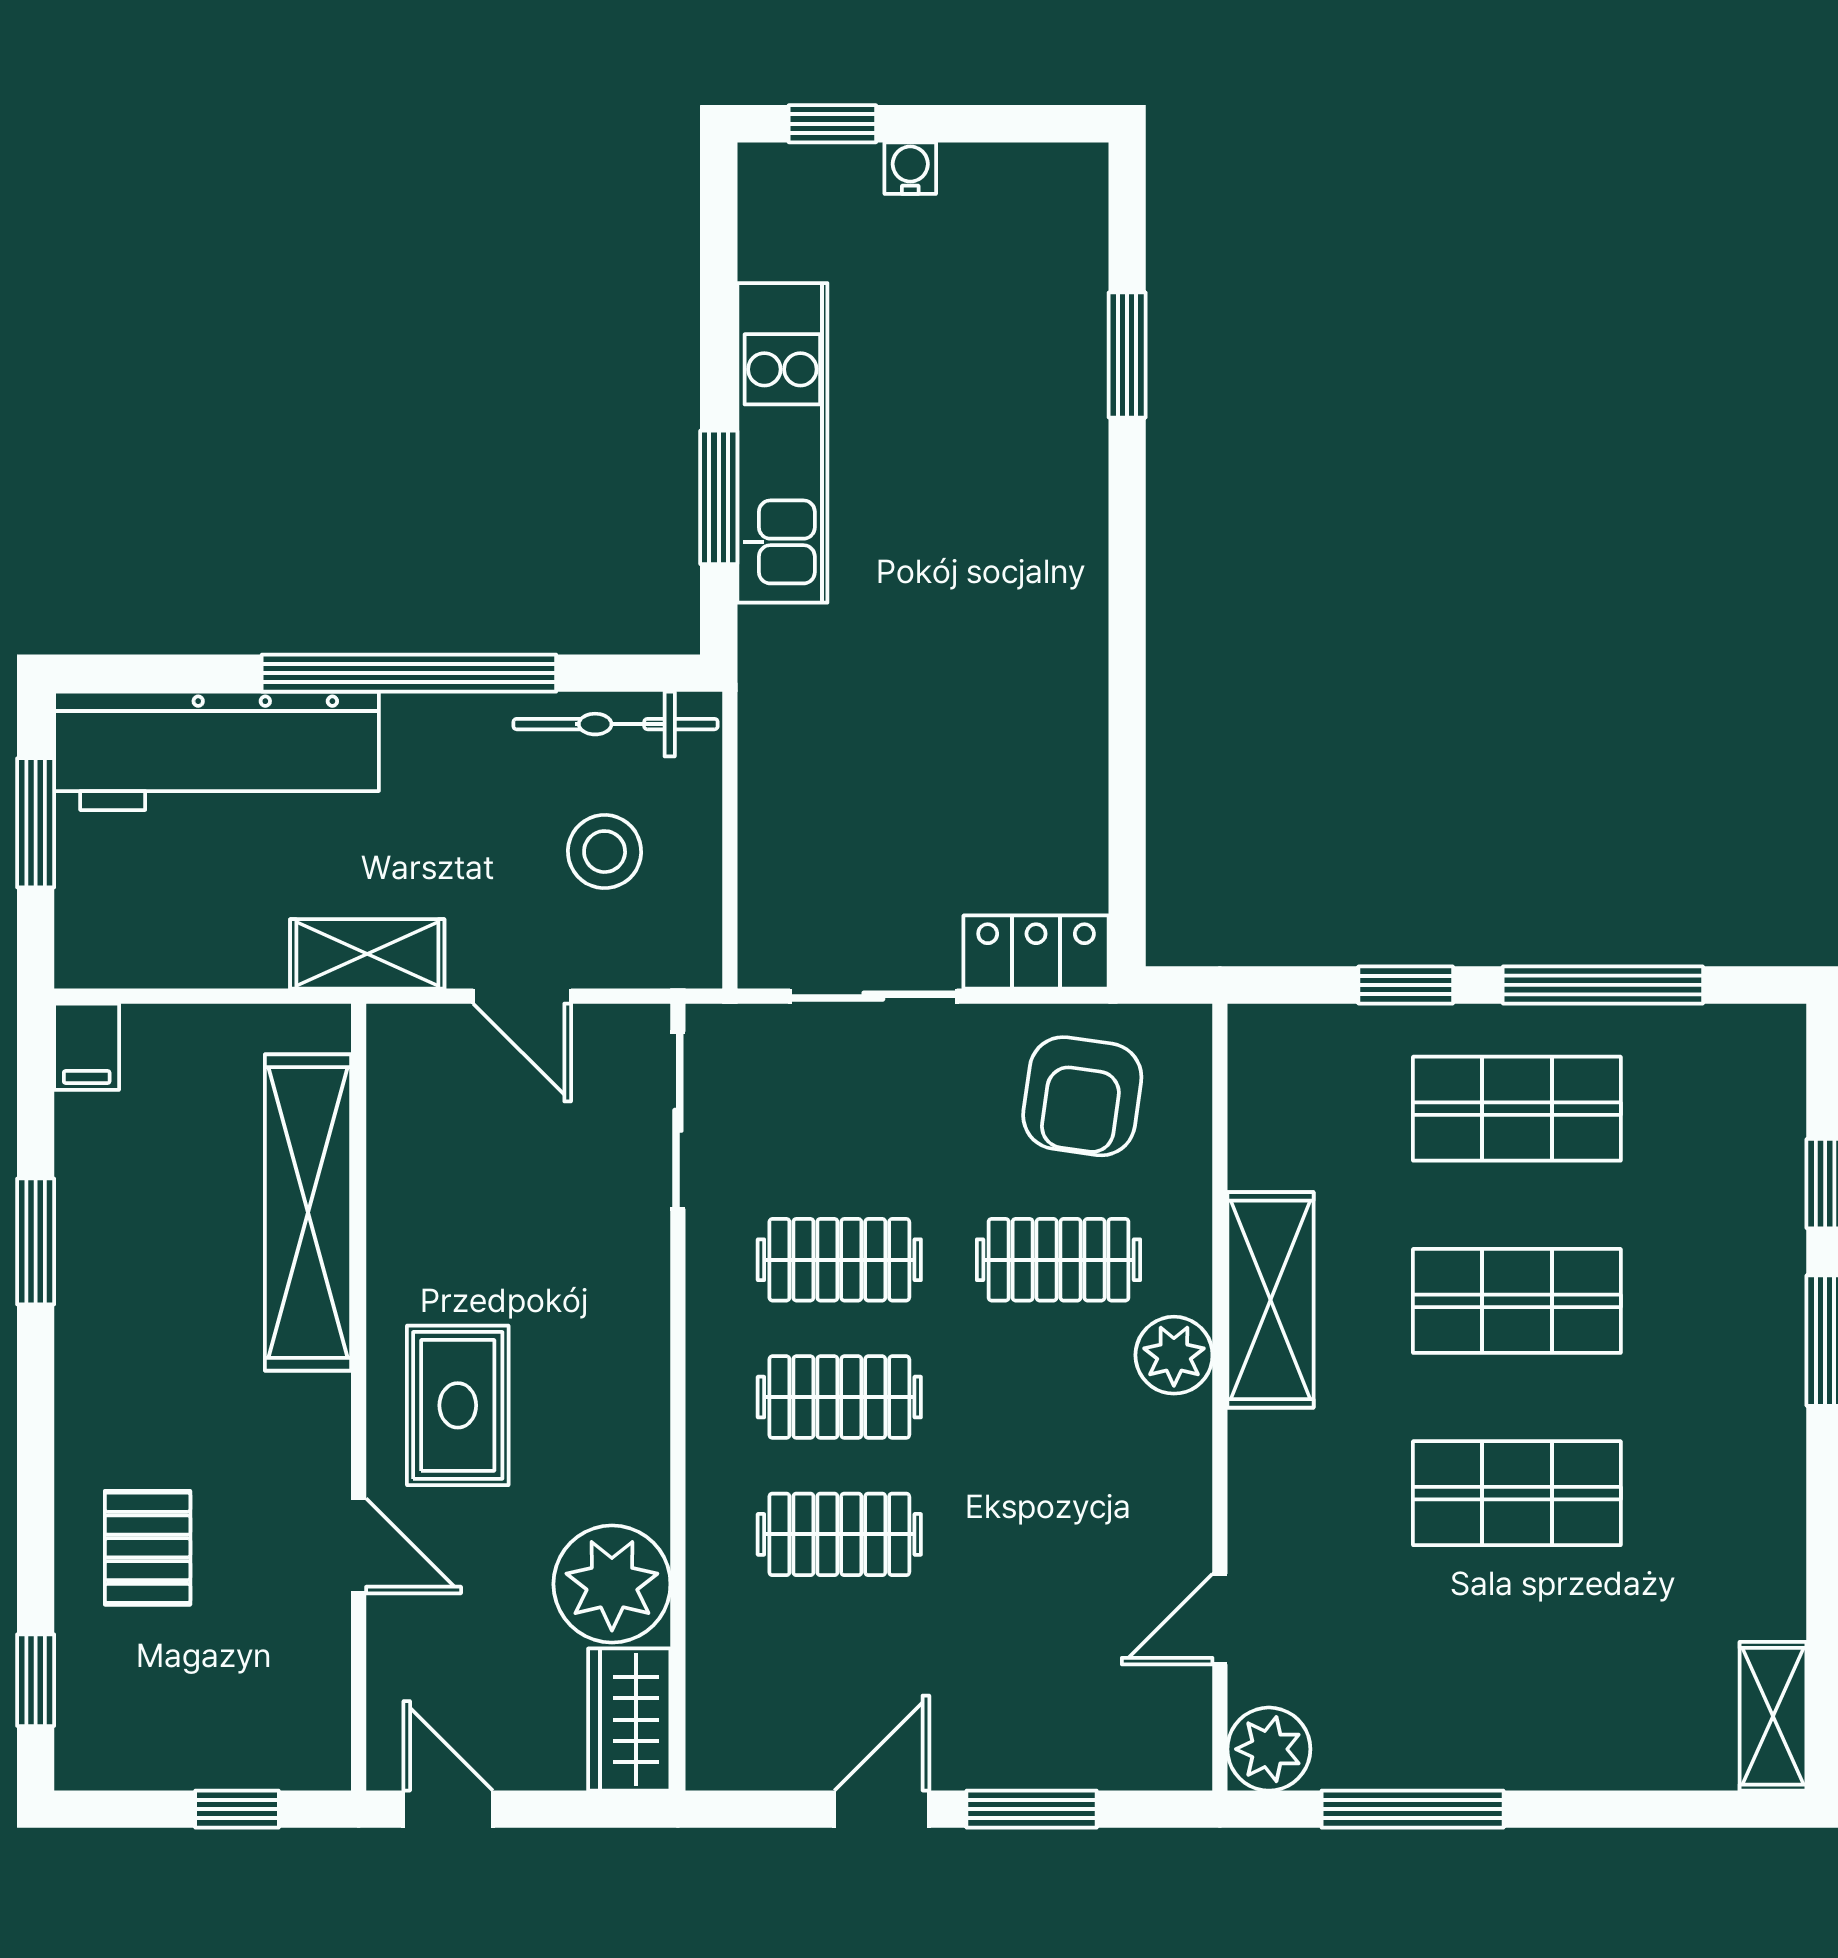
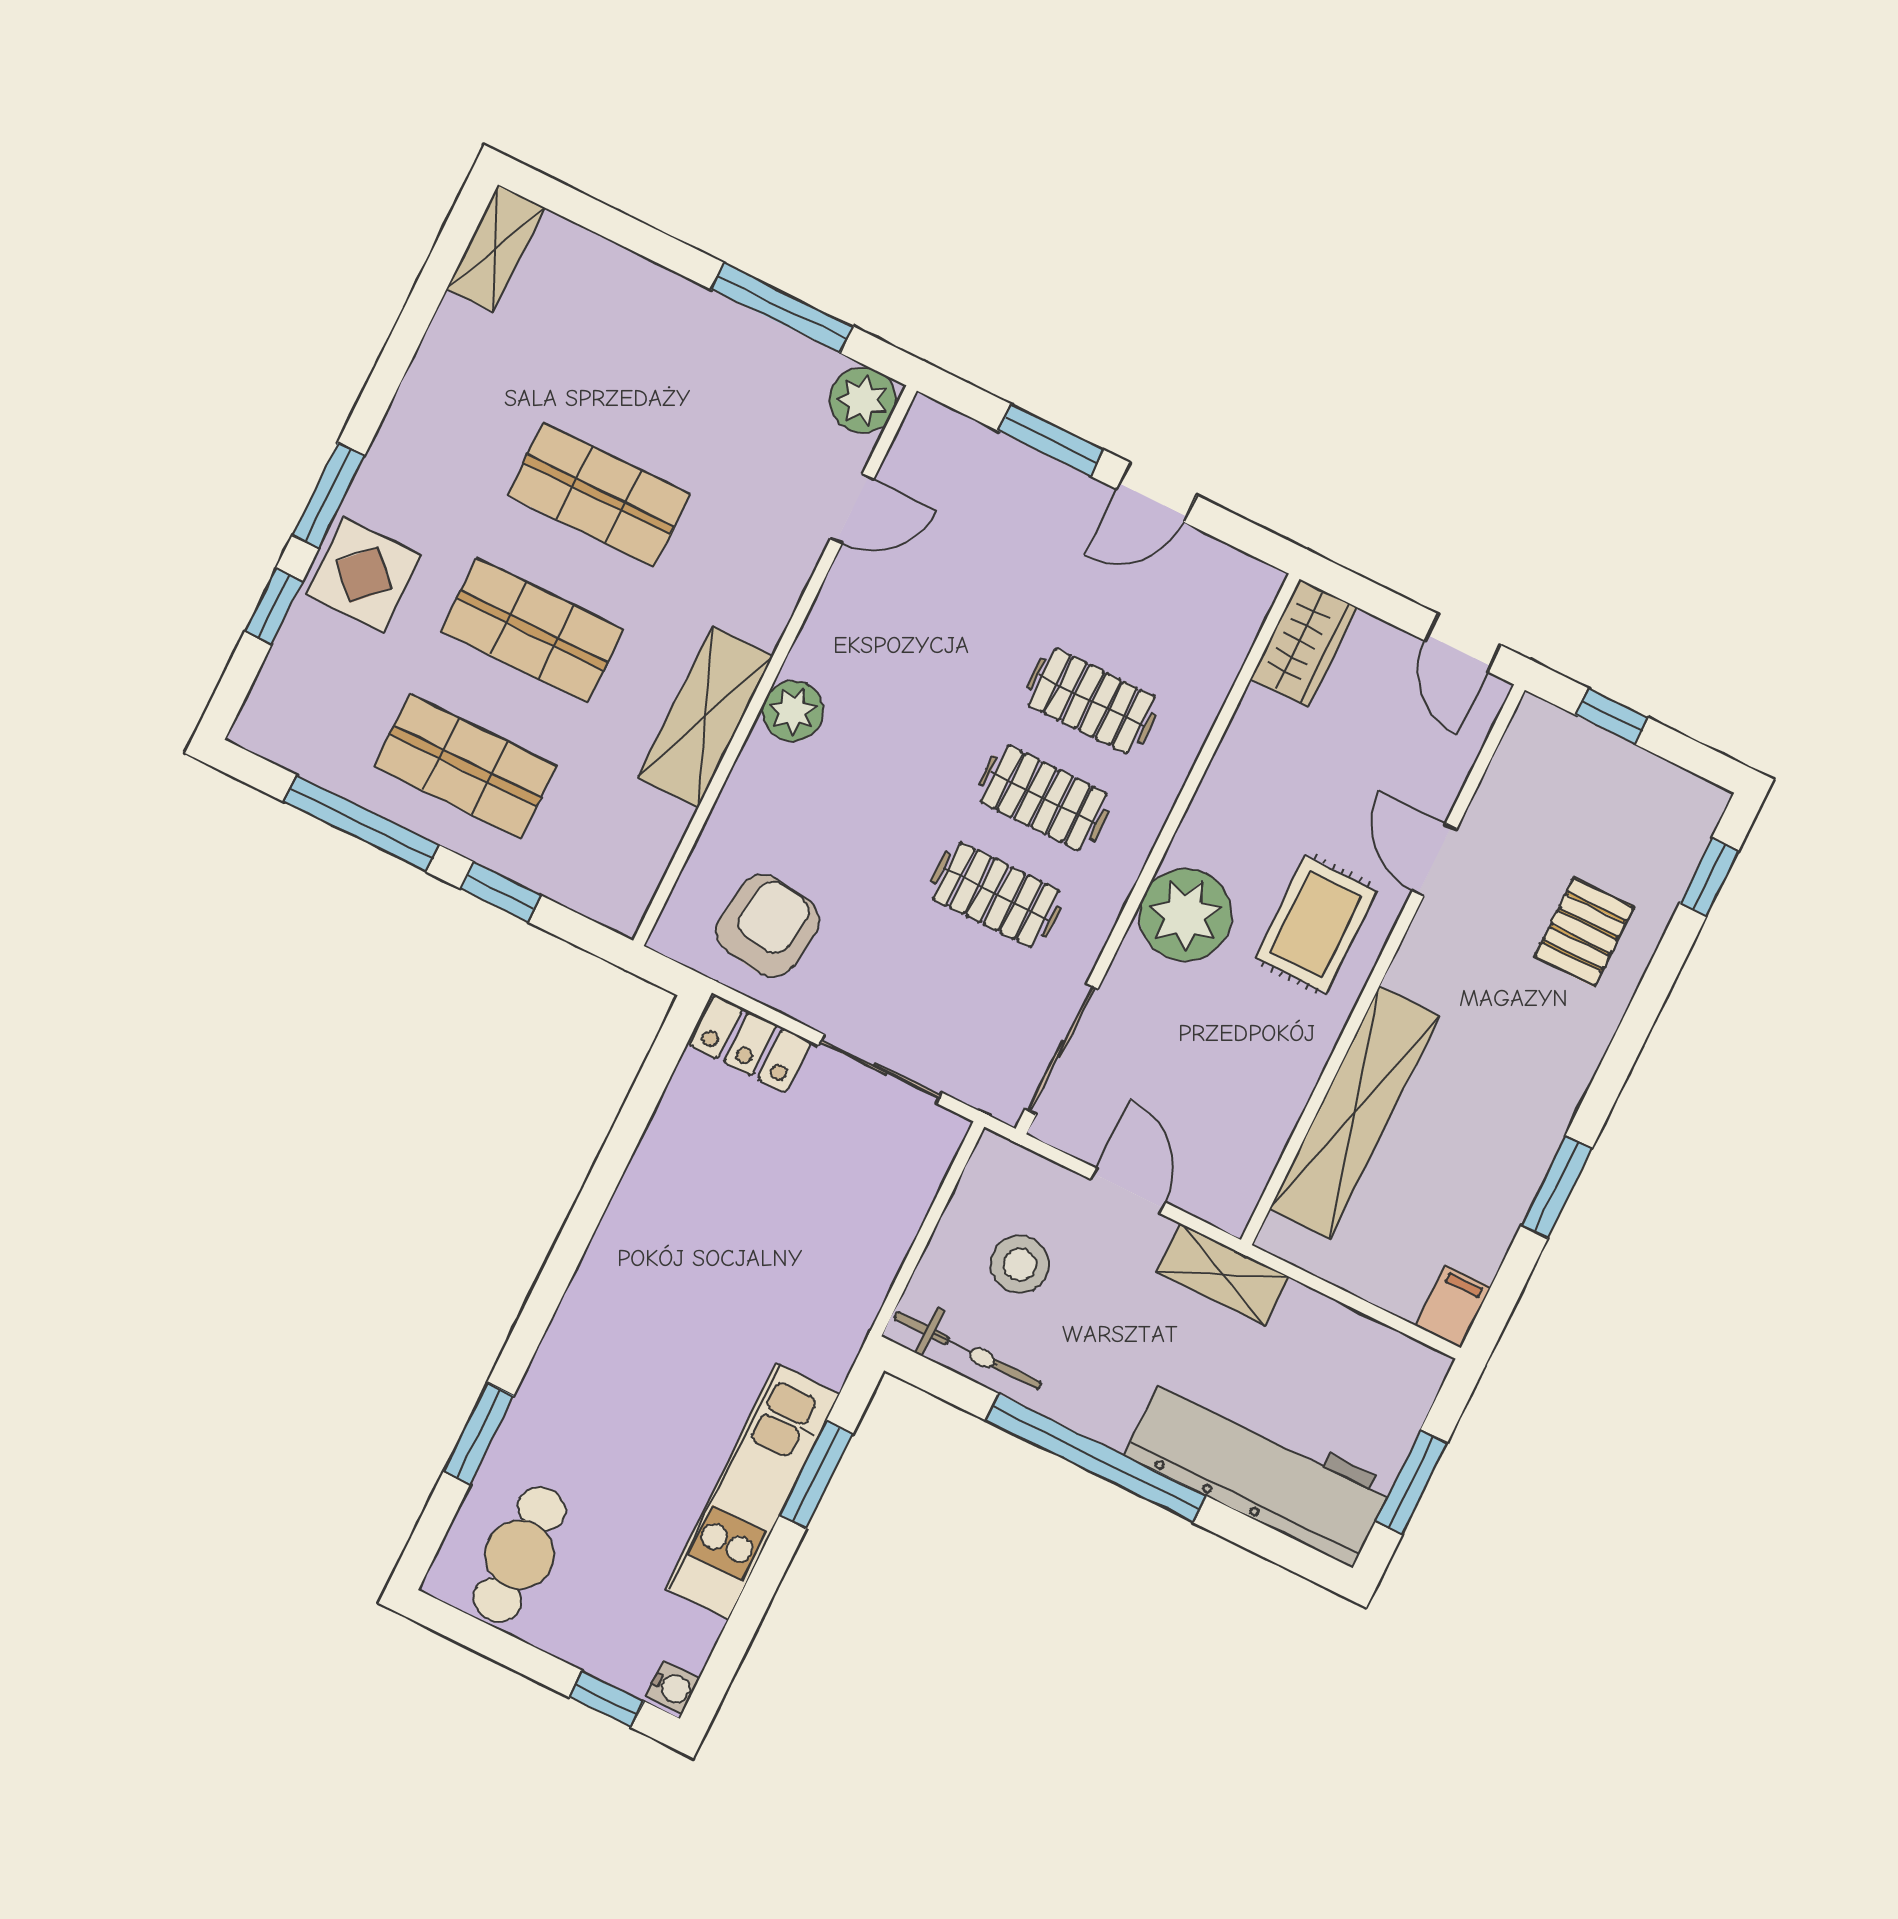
water cooler: (910, 168) -> (673, 1687), moved, turned -90
cafe table: (1012, 240) -> (520, 1554), added
clothes rail: (1059, 1260) -> (841, 819), removed
display table: (1740, 1270) -> (364, 575), added
plant: (612, 1584) -> (1185, 915), moved

